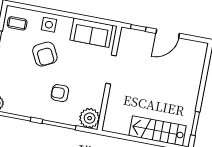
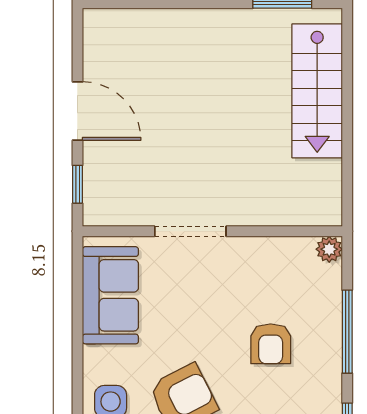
plant: (90, 118) -> (329, 249), width x0.53, depth x0.53

